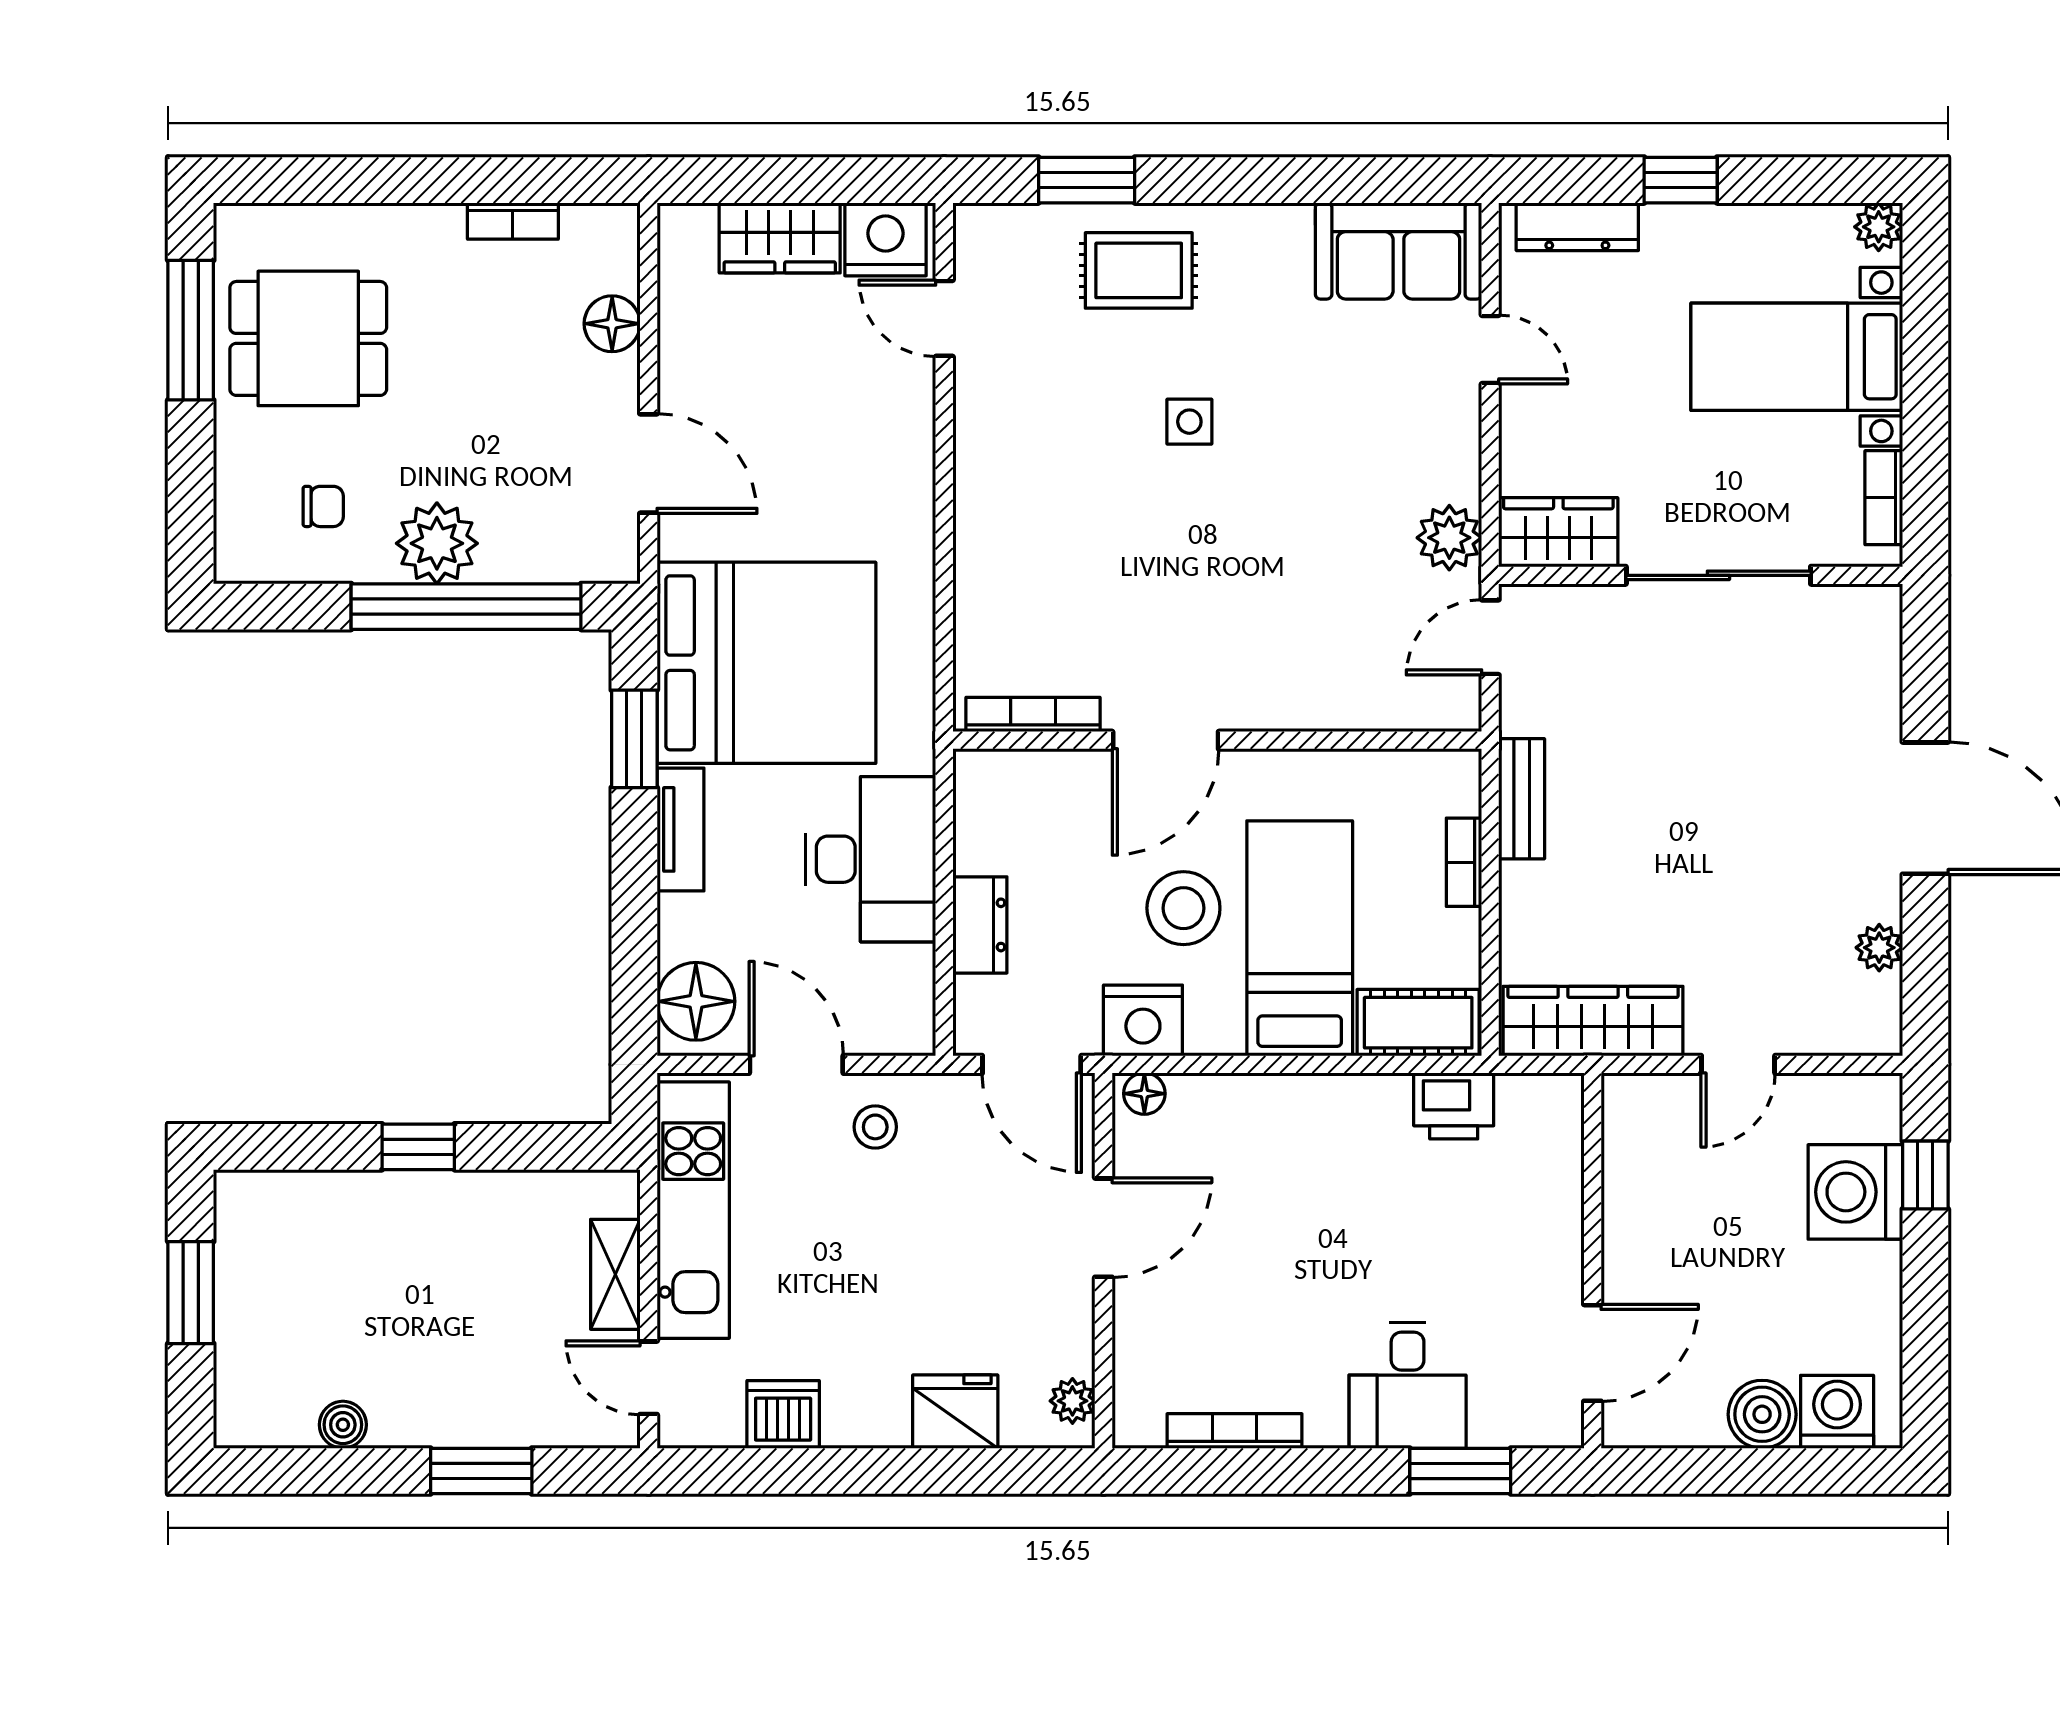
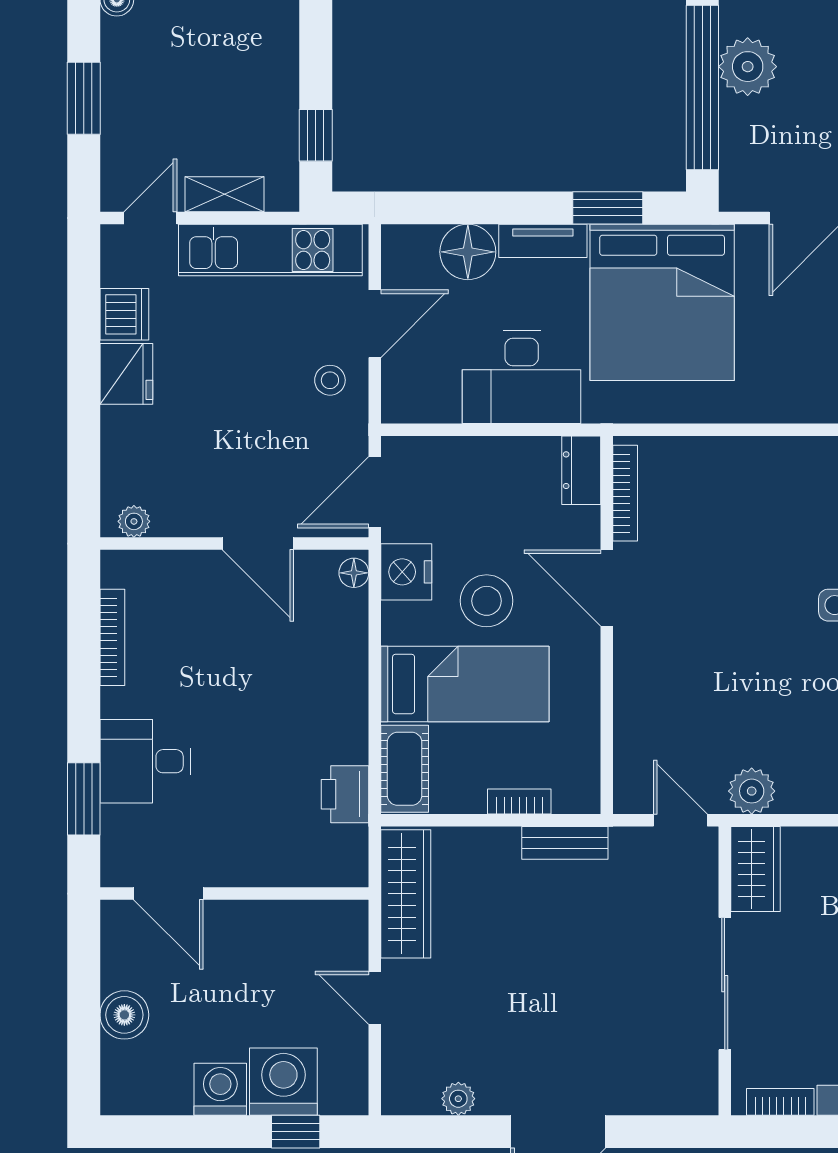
dresser: (980, 925) -> (581, 470), moved, turned 90
floor lamp: (696, 1001) -> (468, 252), moved
window: (418, 1147) -> (316, 135), moved
fridge: (955, 1412) -> (126, 374), moved
washing machine: (1837, 1412) -> (220, 1089), moved, turned -90

